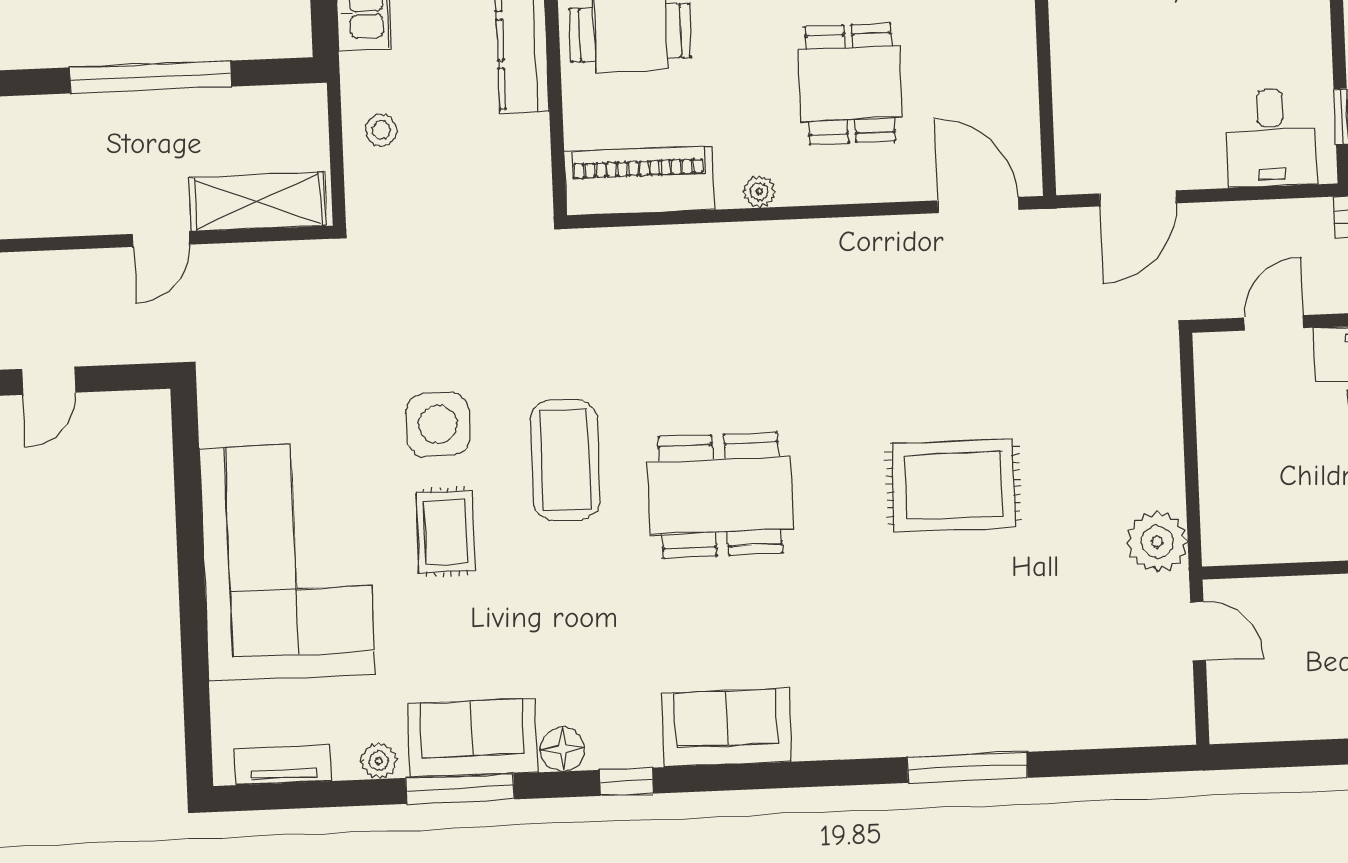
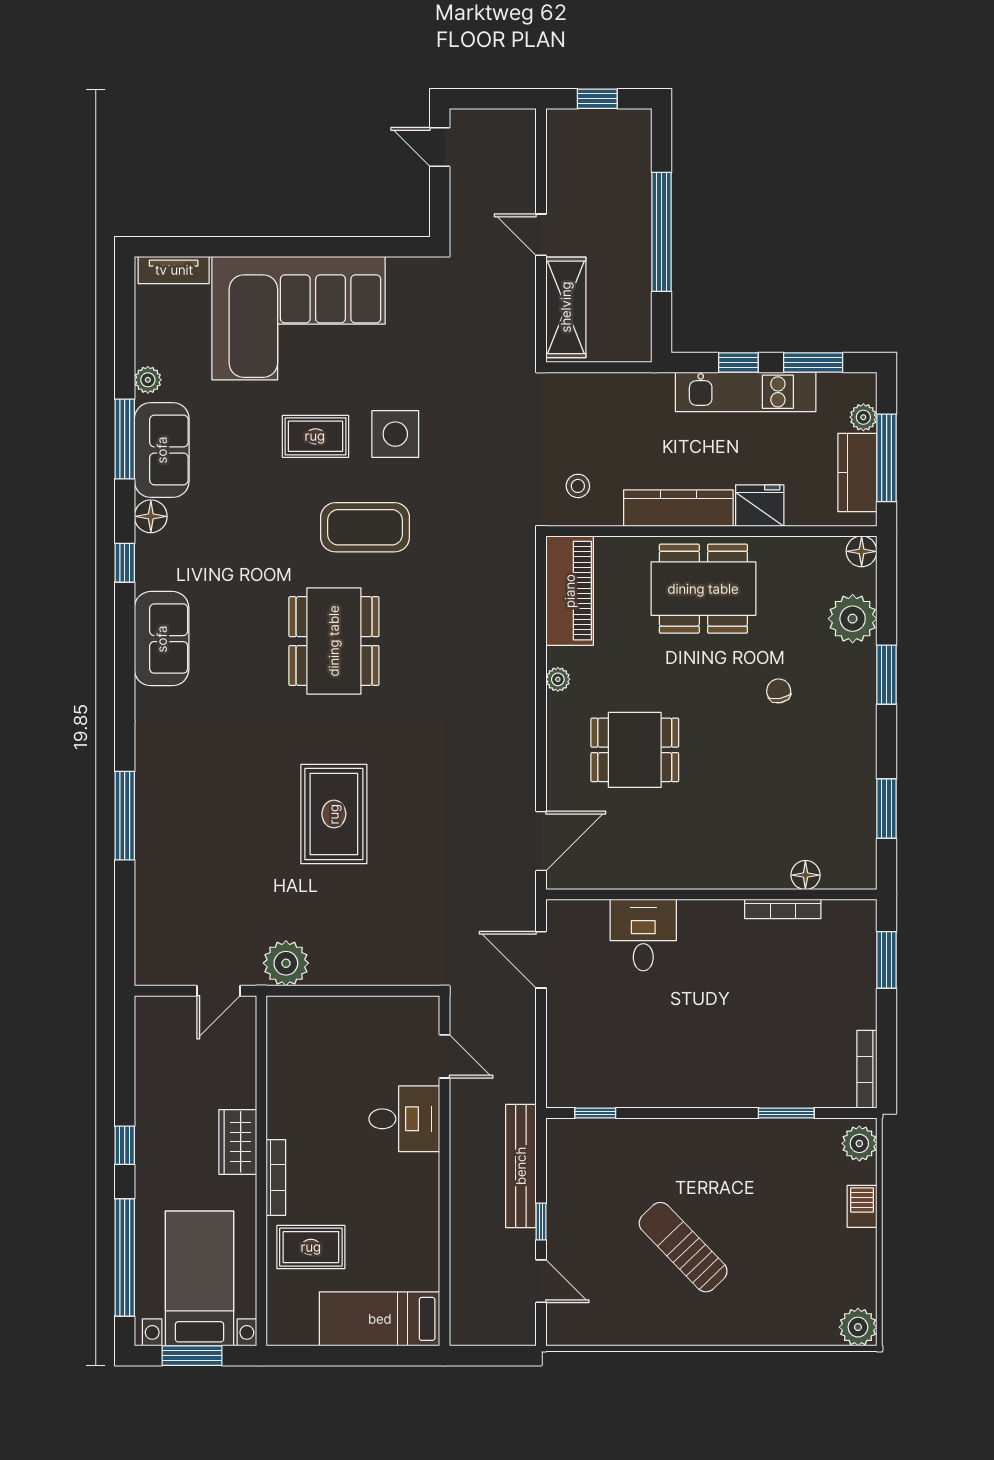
stool: (381, 130) -> (578, 486), moved
desk: (1271, 138) -> (643, 935), moved, turned 90
tv unit: (283, 765) -> (174, 270), moved, turned 90

